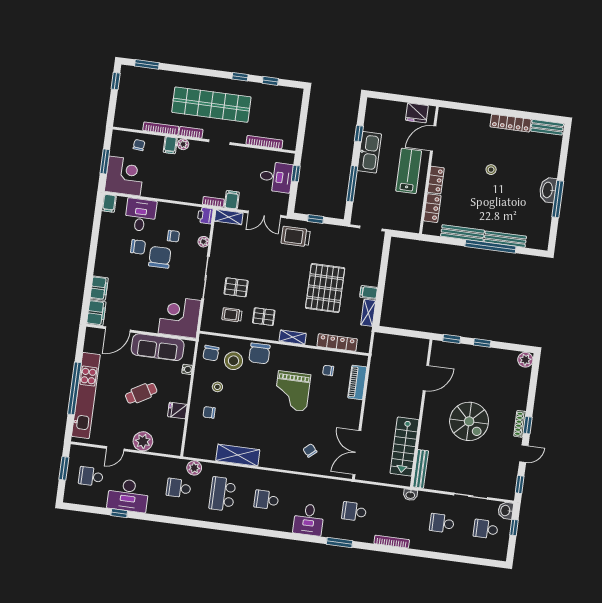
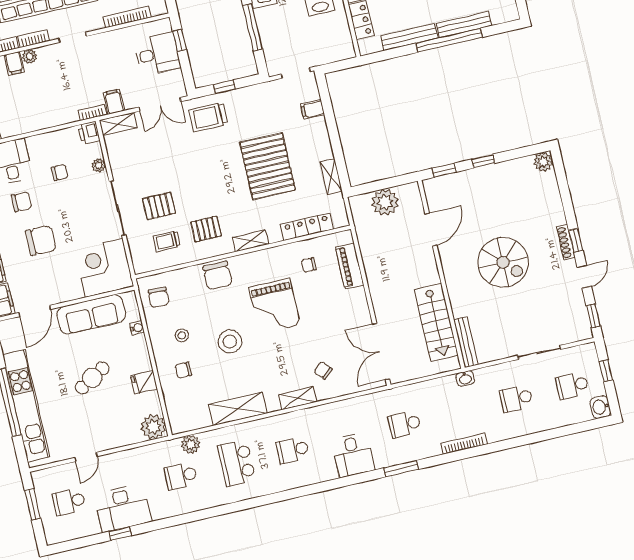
chair: (160, 257) -> (41, 240), moved, turned 90
filing cabinet: (369, 292) -> (312, 109), moved
plant: (400, 346) -> (385, 202), added
stool: (233, 361) -> (230, 341), moved
plant: (143, 441) -> (153, 427), moved
shelving: (284, 464) -> (298, 398), added
washbasin: (506, 511) -> (600, 407), moved

